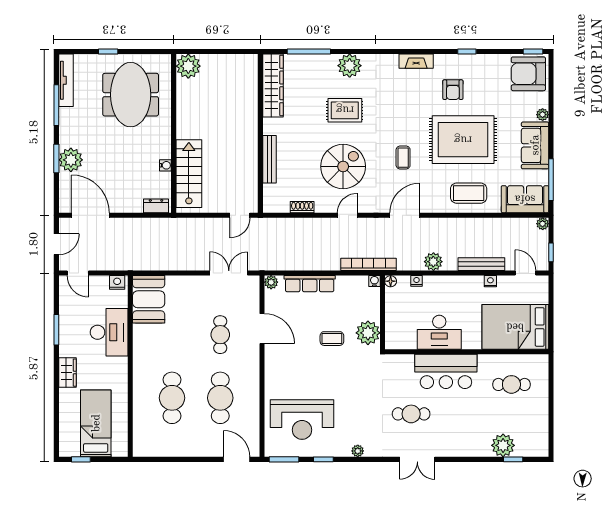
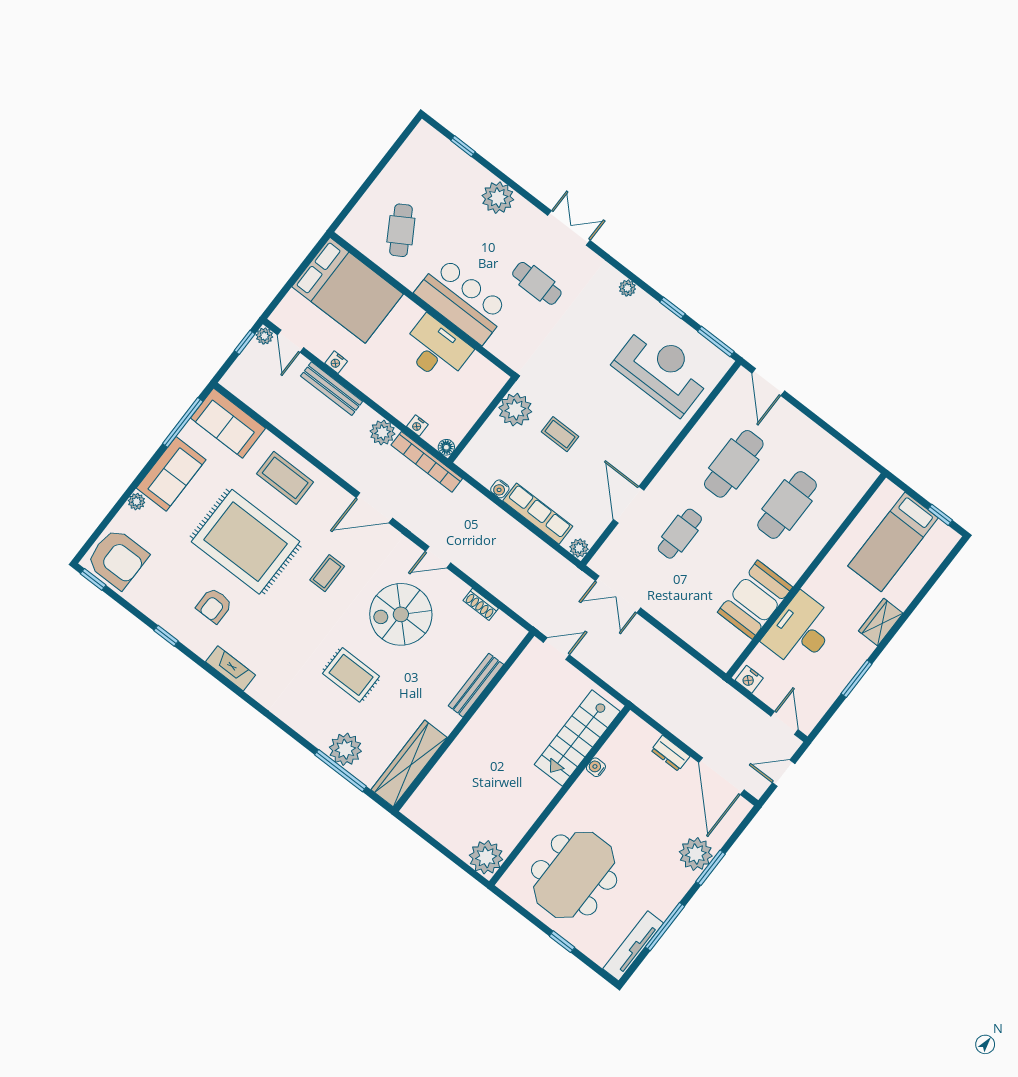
plant: (350, 66) -> (345, 749), moved
armchair: (453, 90) -> (214, 606), turned 180
dresser: (156, 206) -> (670, 753), moved
plant: (543, 224) -> (264, 336), moved
bookcase: (368, 264) -> (427, 462), moved
water cooler: (374, 281) -> (500, 489), moved
booth: (149, 299) -> (755, 600), moved
cafe table: (511, 384) -> (401, 230), turned 59
plant: (503, 445) -> (498, 198), moved

